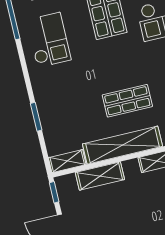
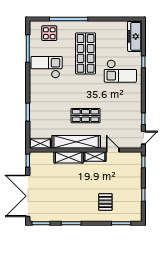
checkout: (49, 40) -> (47, 67), turned -90
shelving: (100, 176) -> (69, 157), moved

